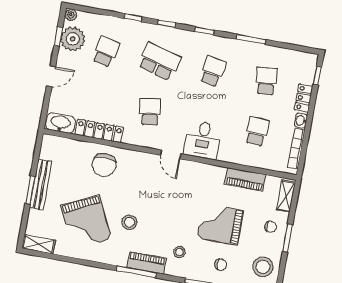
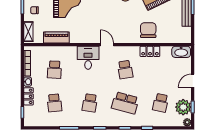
locker: (99, 131) -> (150, 51), width x0.66

